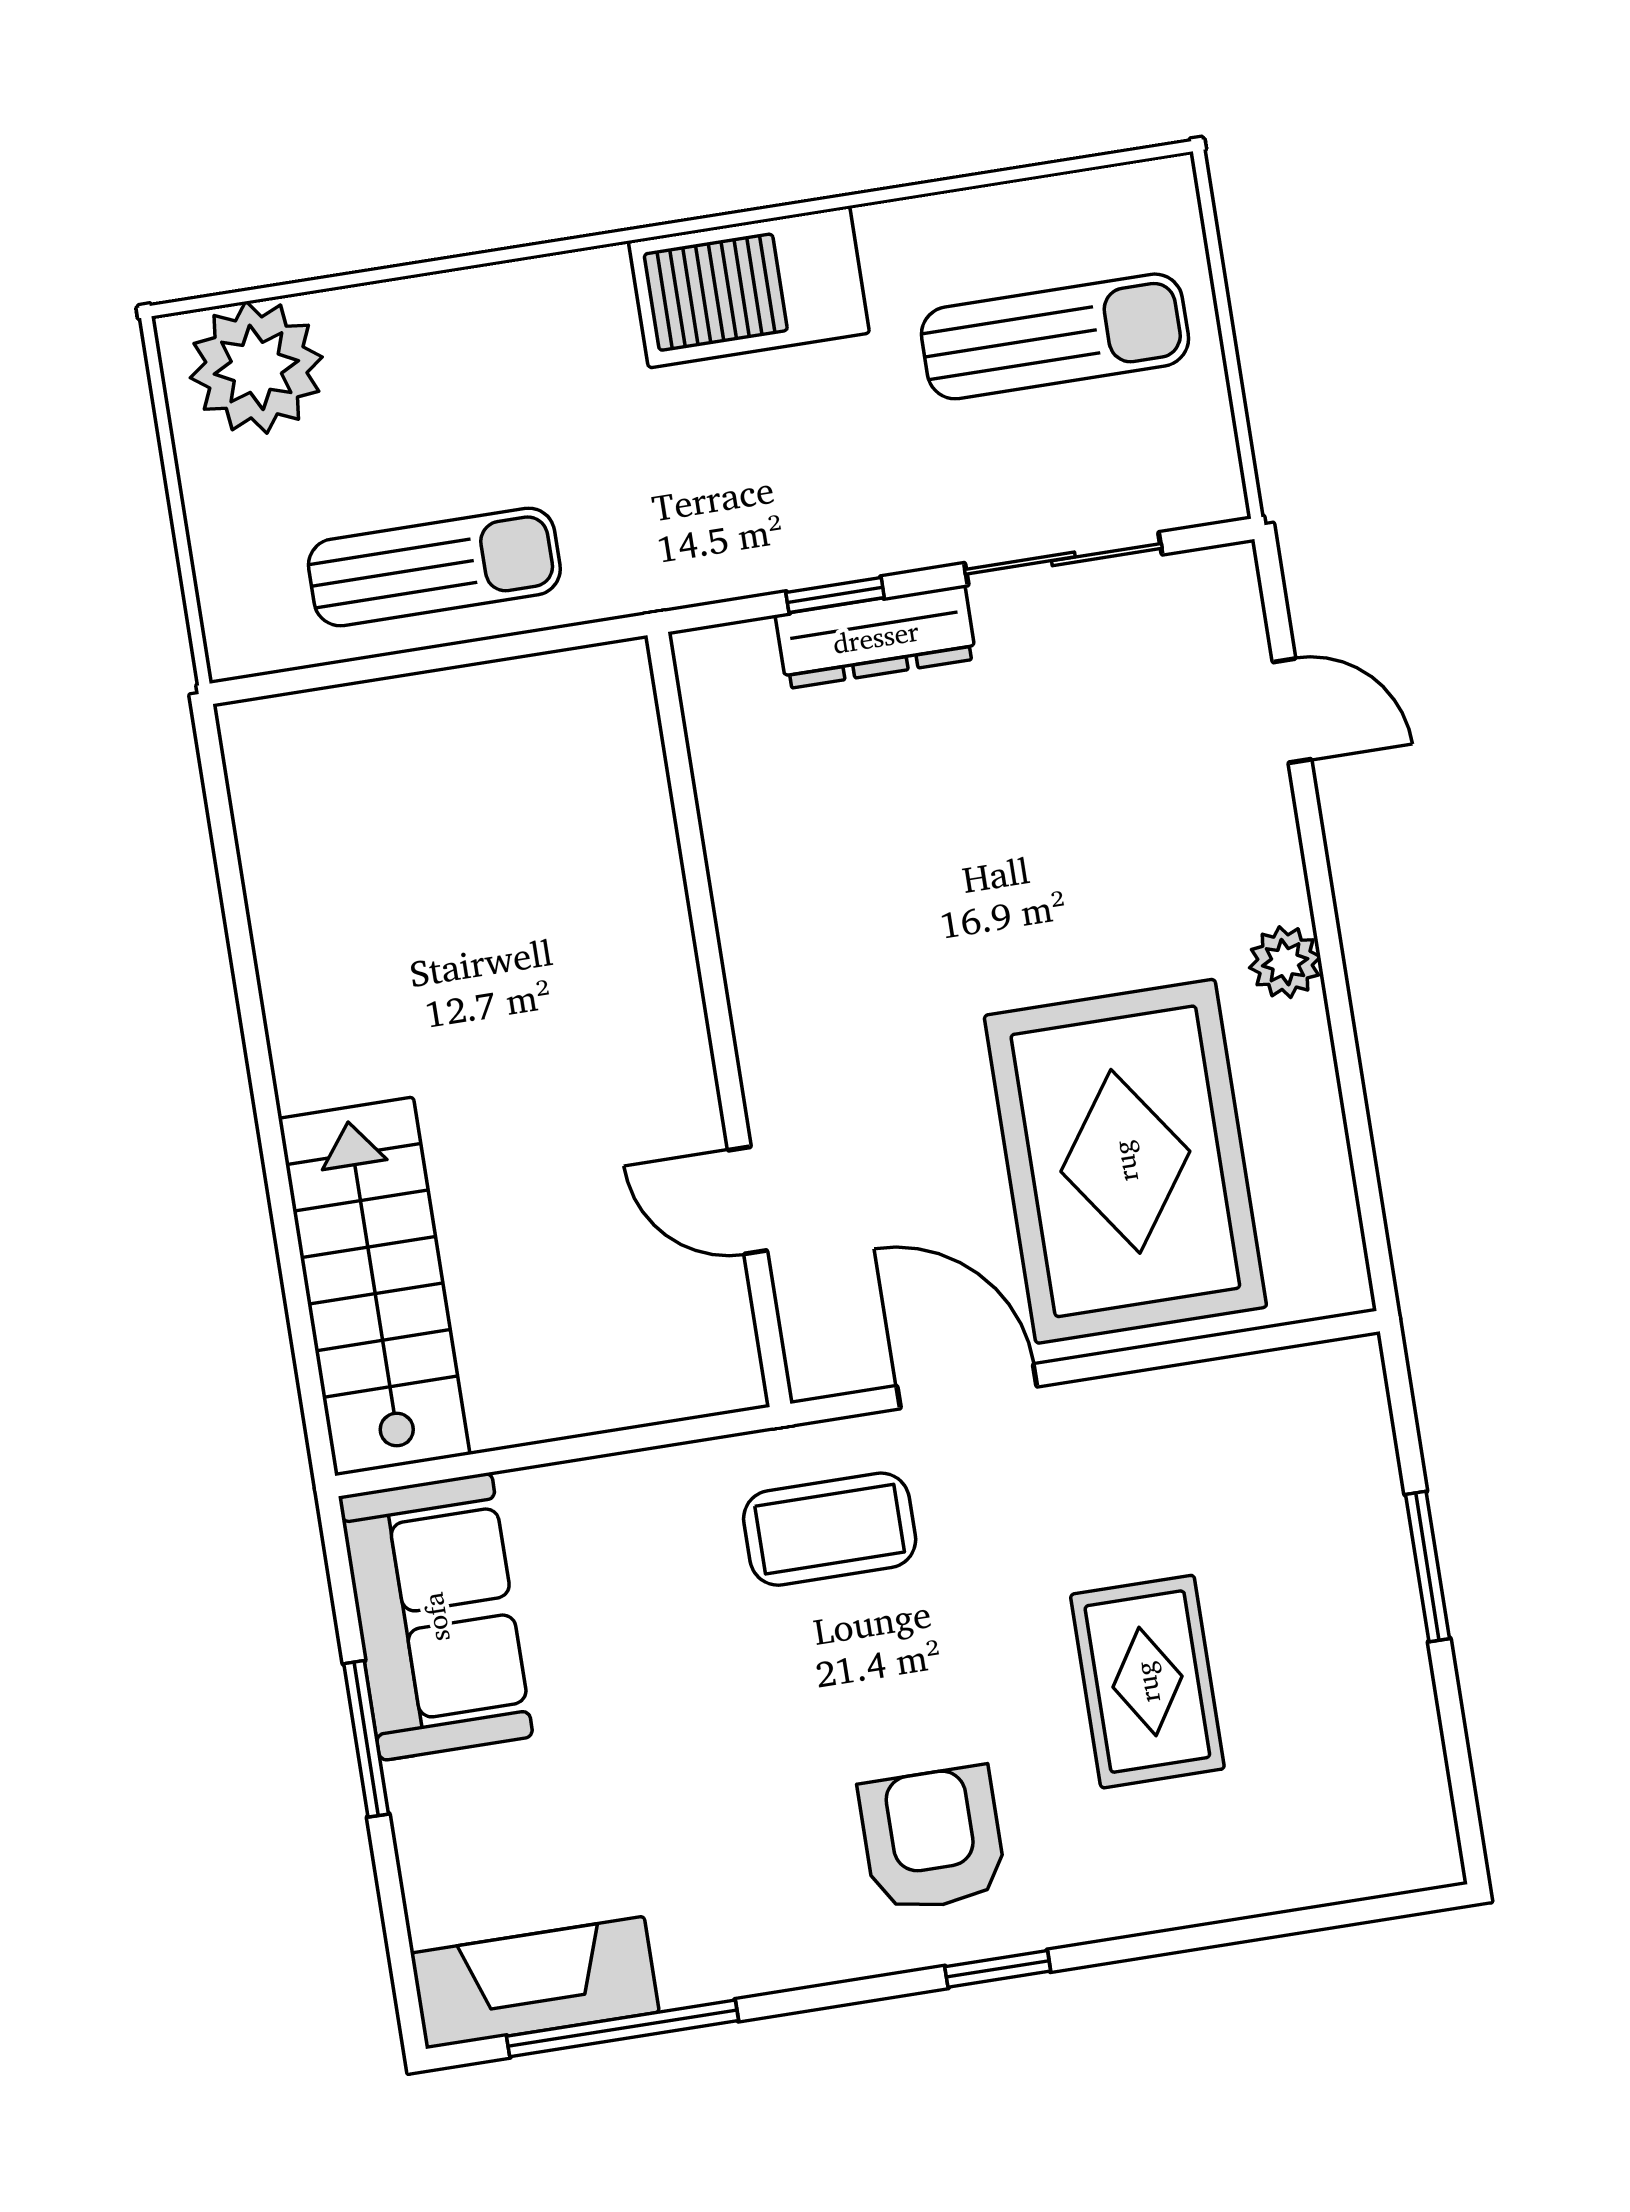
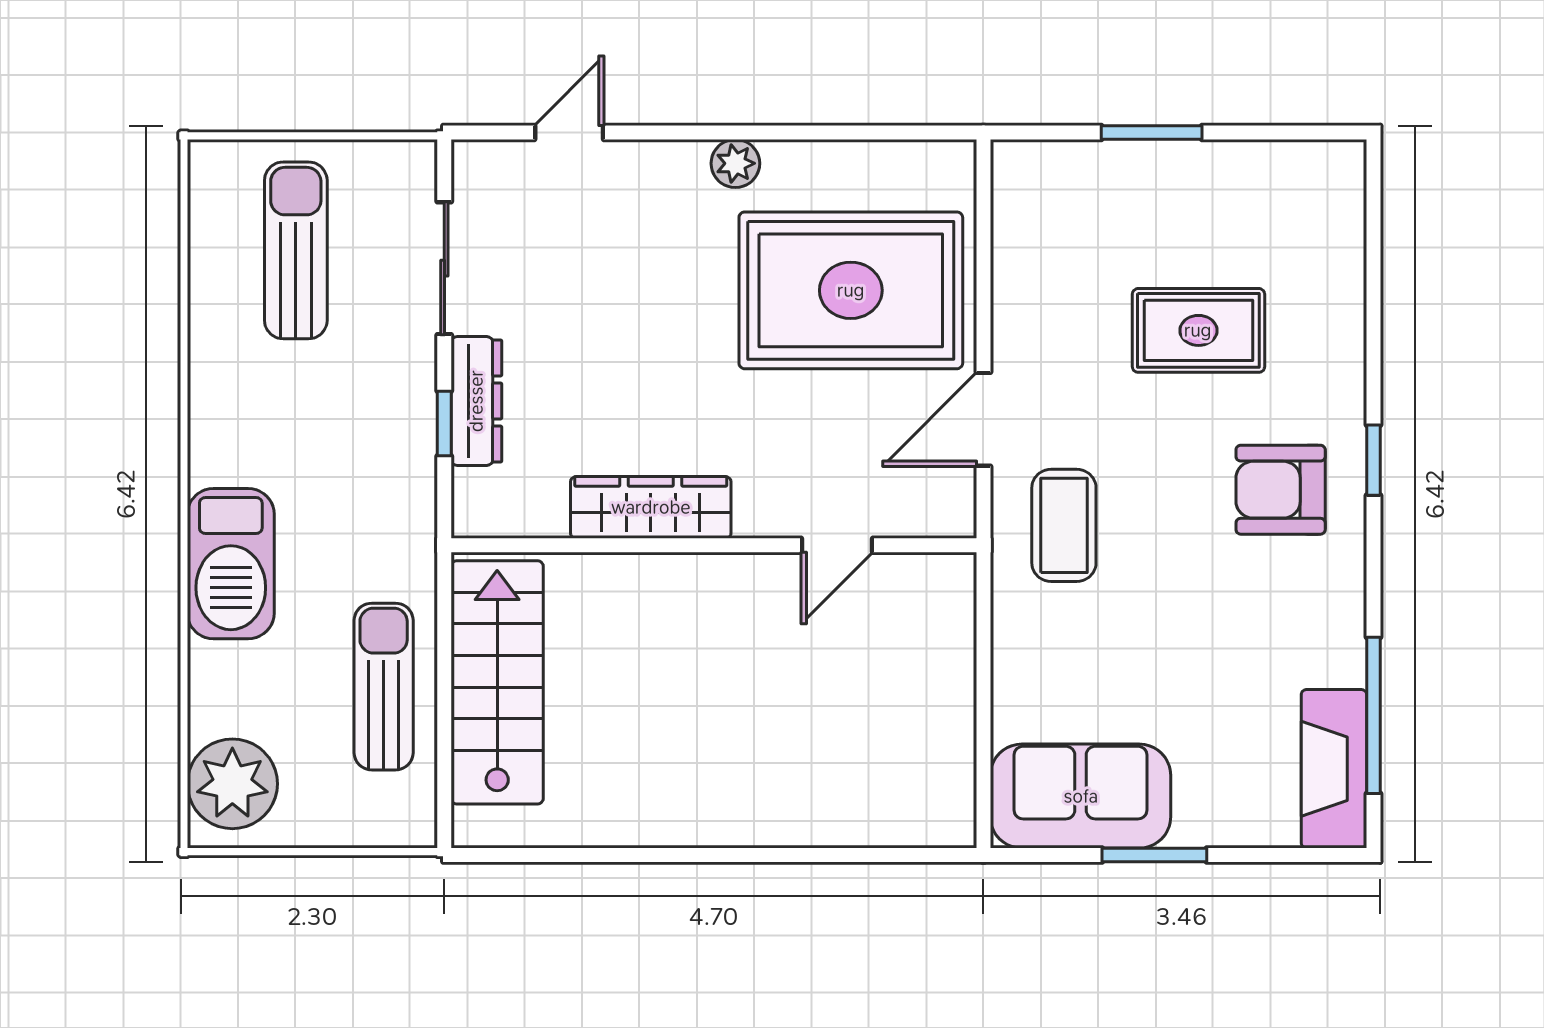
barbecue: (749, 287) -> (231, 564), moved
wardrobe: (760, 918) -> (651, 507), added
stairs: (374, 1286) -> (497, 682), moved, turned 90

